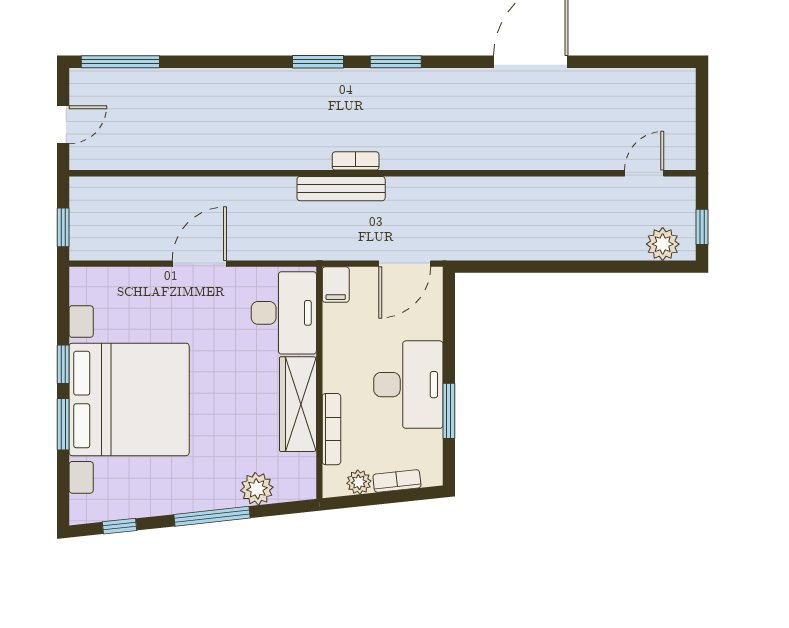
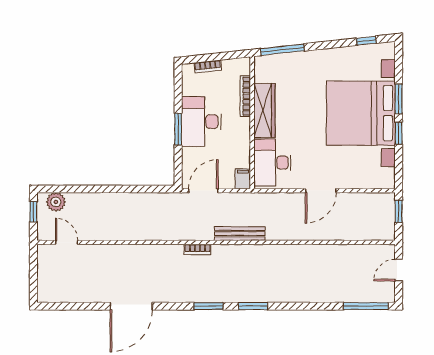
bookcase: (356, 161) -> (197, 249), moved
door: (644, 173) -> (66, 242), swing flipped
window: (449, 411) -> (178, 129), moved
plant: (359, 482) -> (230, 66), removed
plant: (257, 489) -> (288, 62), removed
window: (212, 516) -> (282, 50), moved

